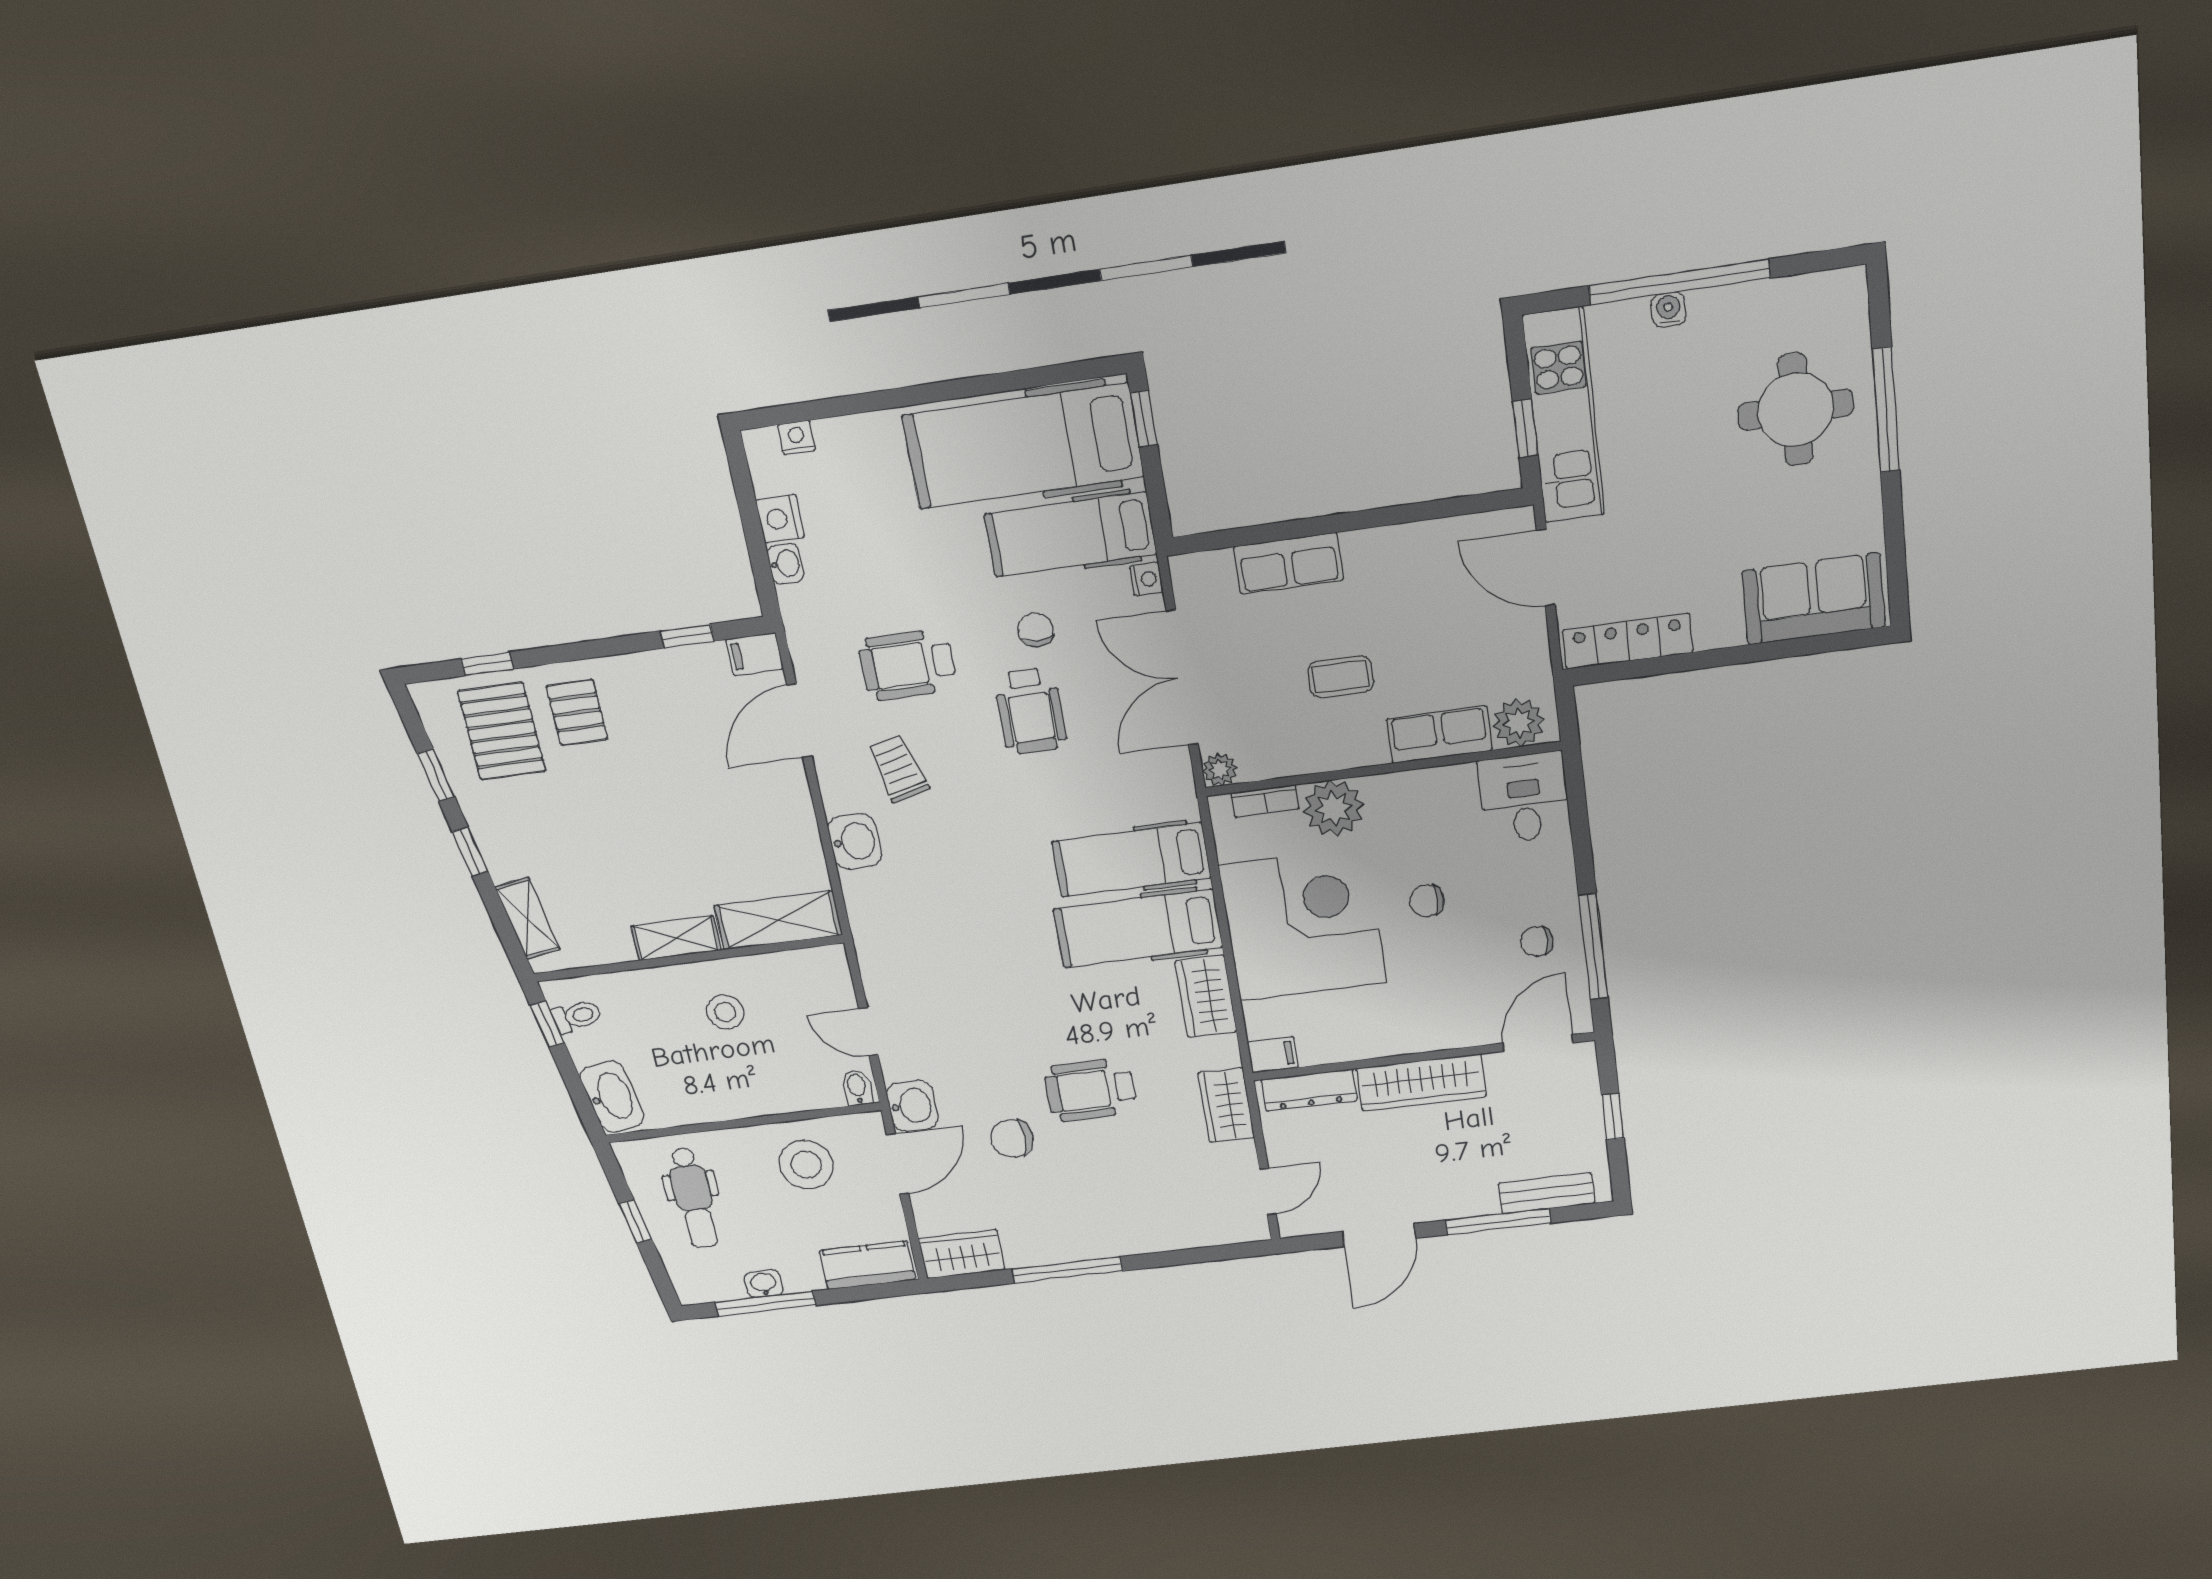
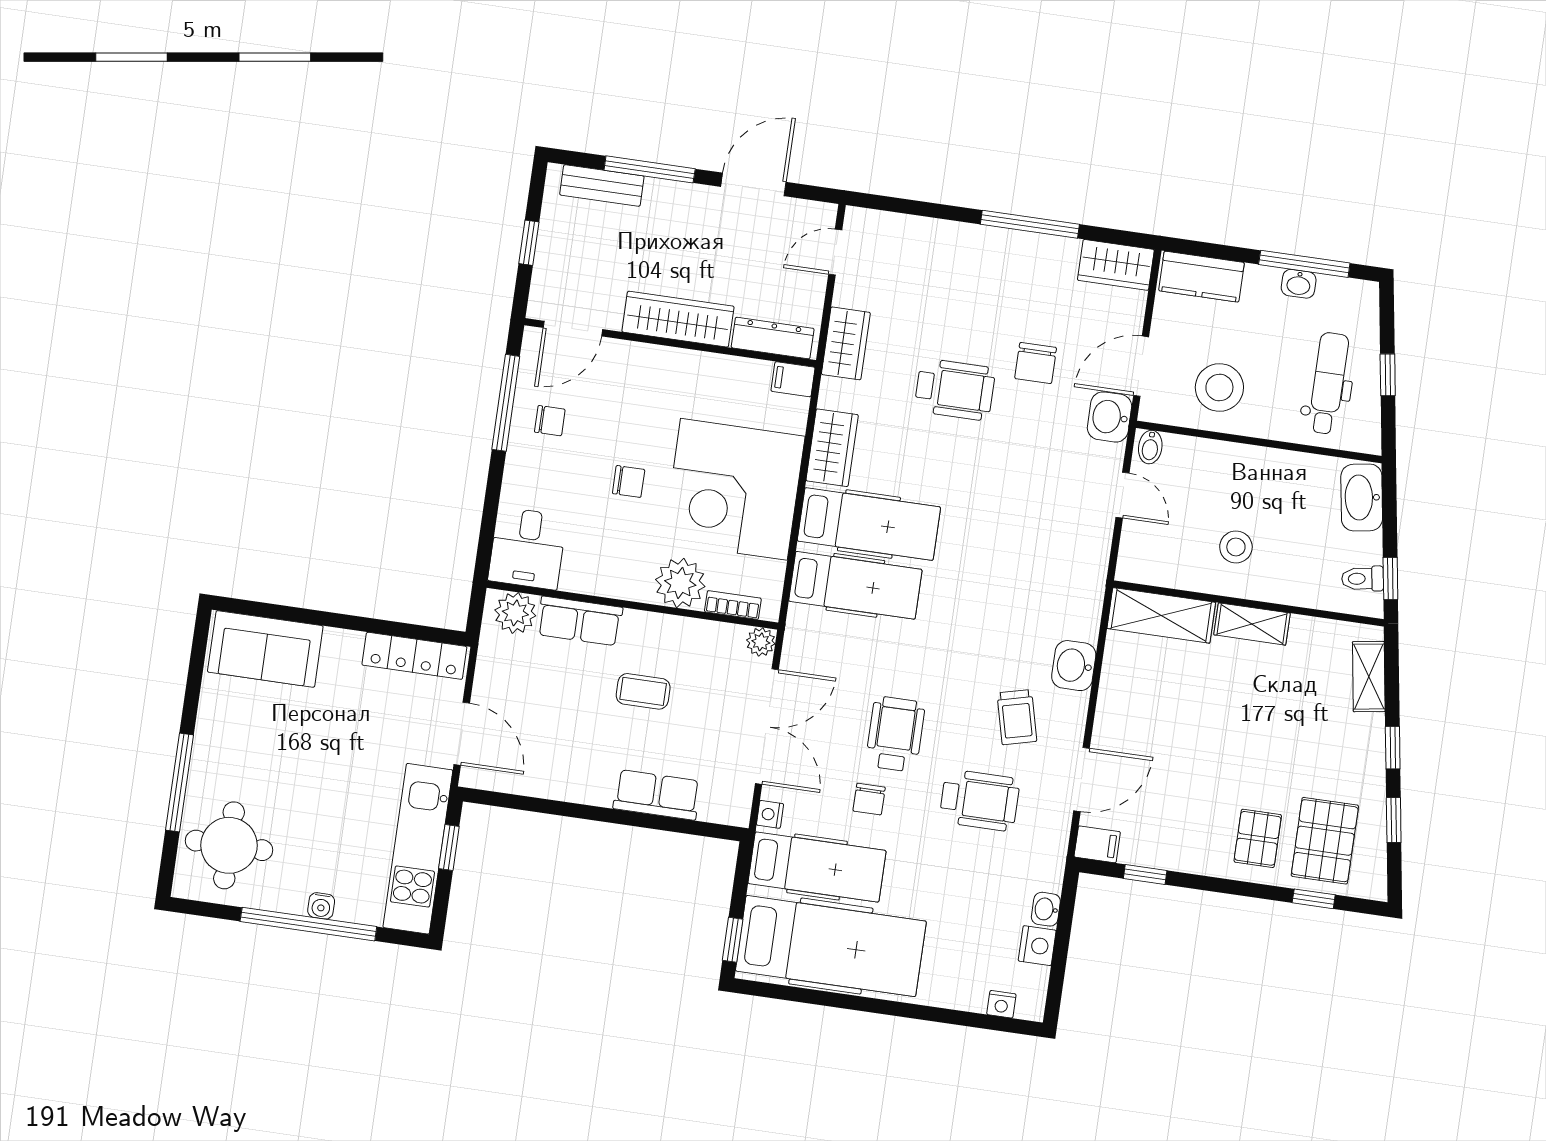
round table: (1795, 409) -> (229, 845), moved
chair: (1012, 1138) -> (1036, 363), turned 90

